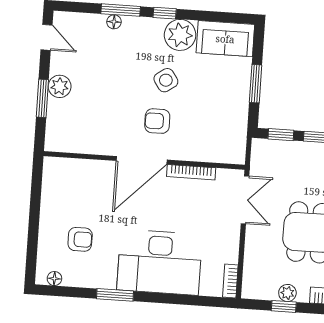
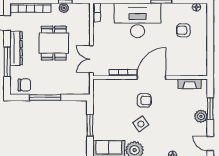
window: (281, 135) -> (74, 97), removed
fireplace: (76, 145) -> (190, 84), added

